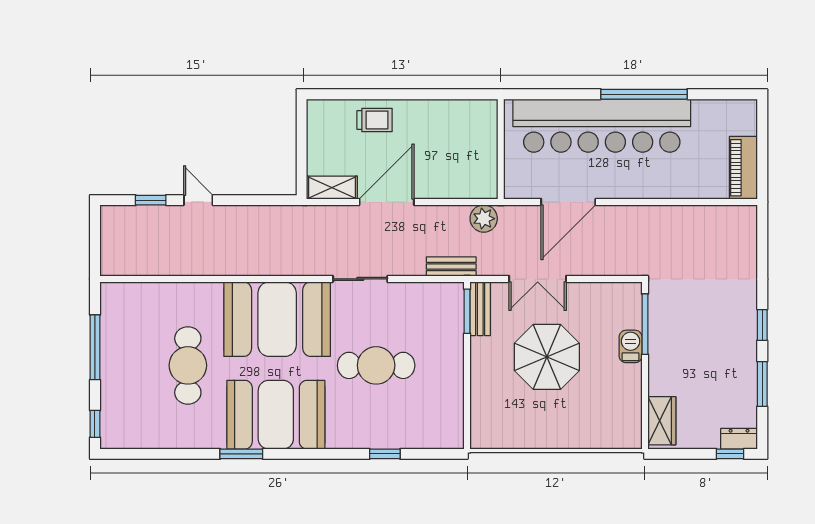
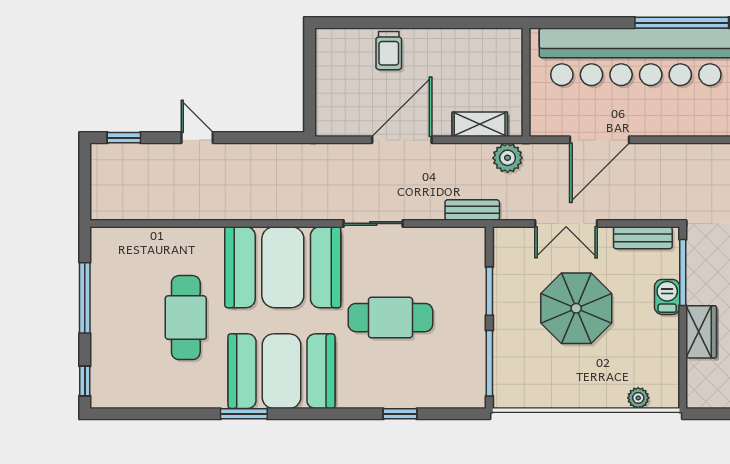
trolley: (375, 120) -> (389, 51), turned 90
shelving: (332, 188) -> (480, 124), moved
window: (151, 200) -> (124, 138), moved
bench: (480, 309) -> (643, 238), moved, turned 90
window: (467, 311) -> (489, 291), moved
window: (467, 408) -> (489, 363), added
wardrobe: (662, 421) -> (701, 332), moved
plant: (604, 439) -> (638, 398), added

